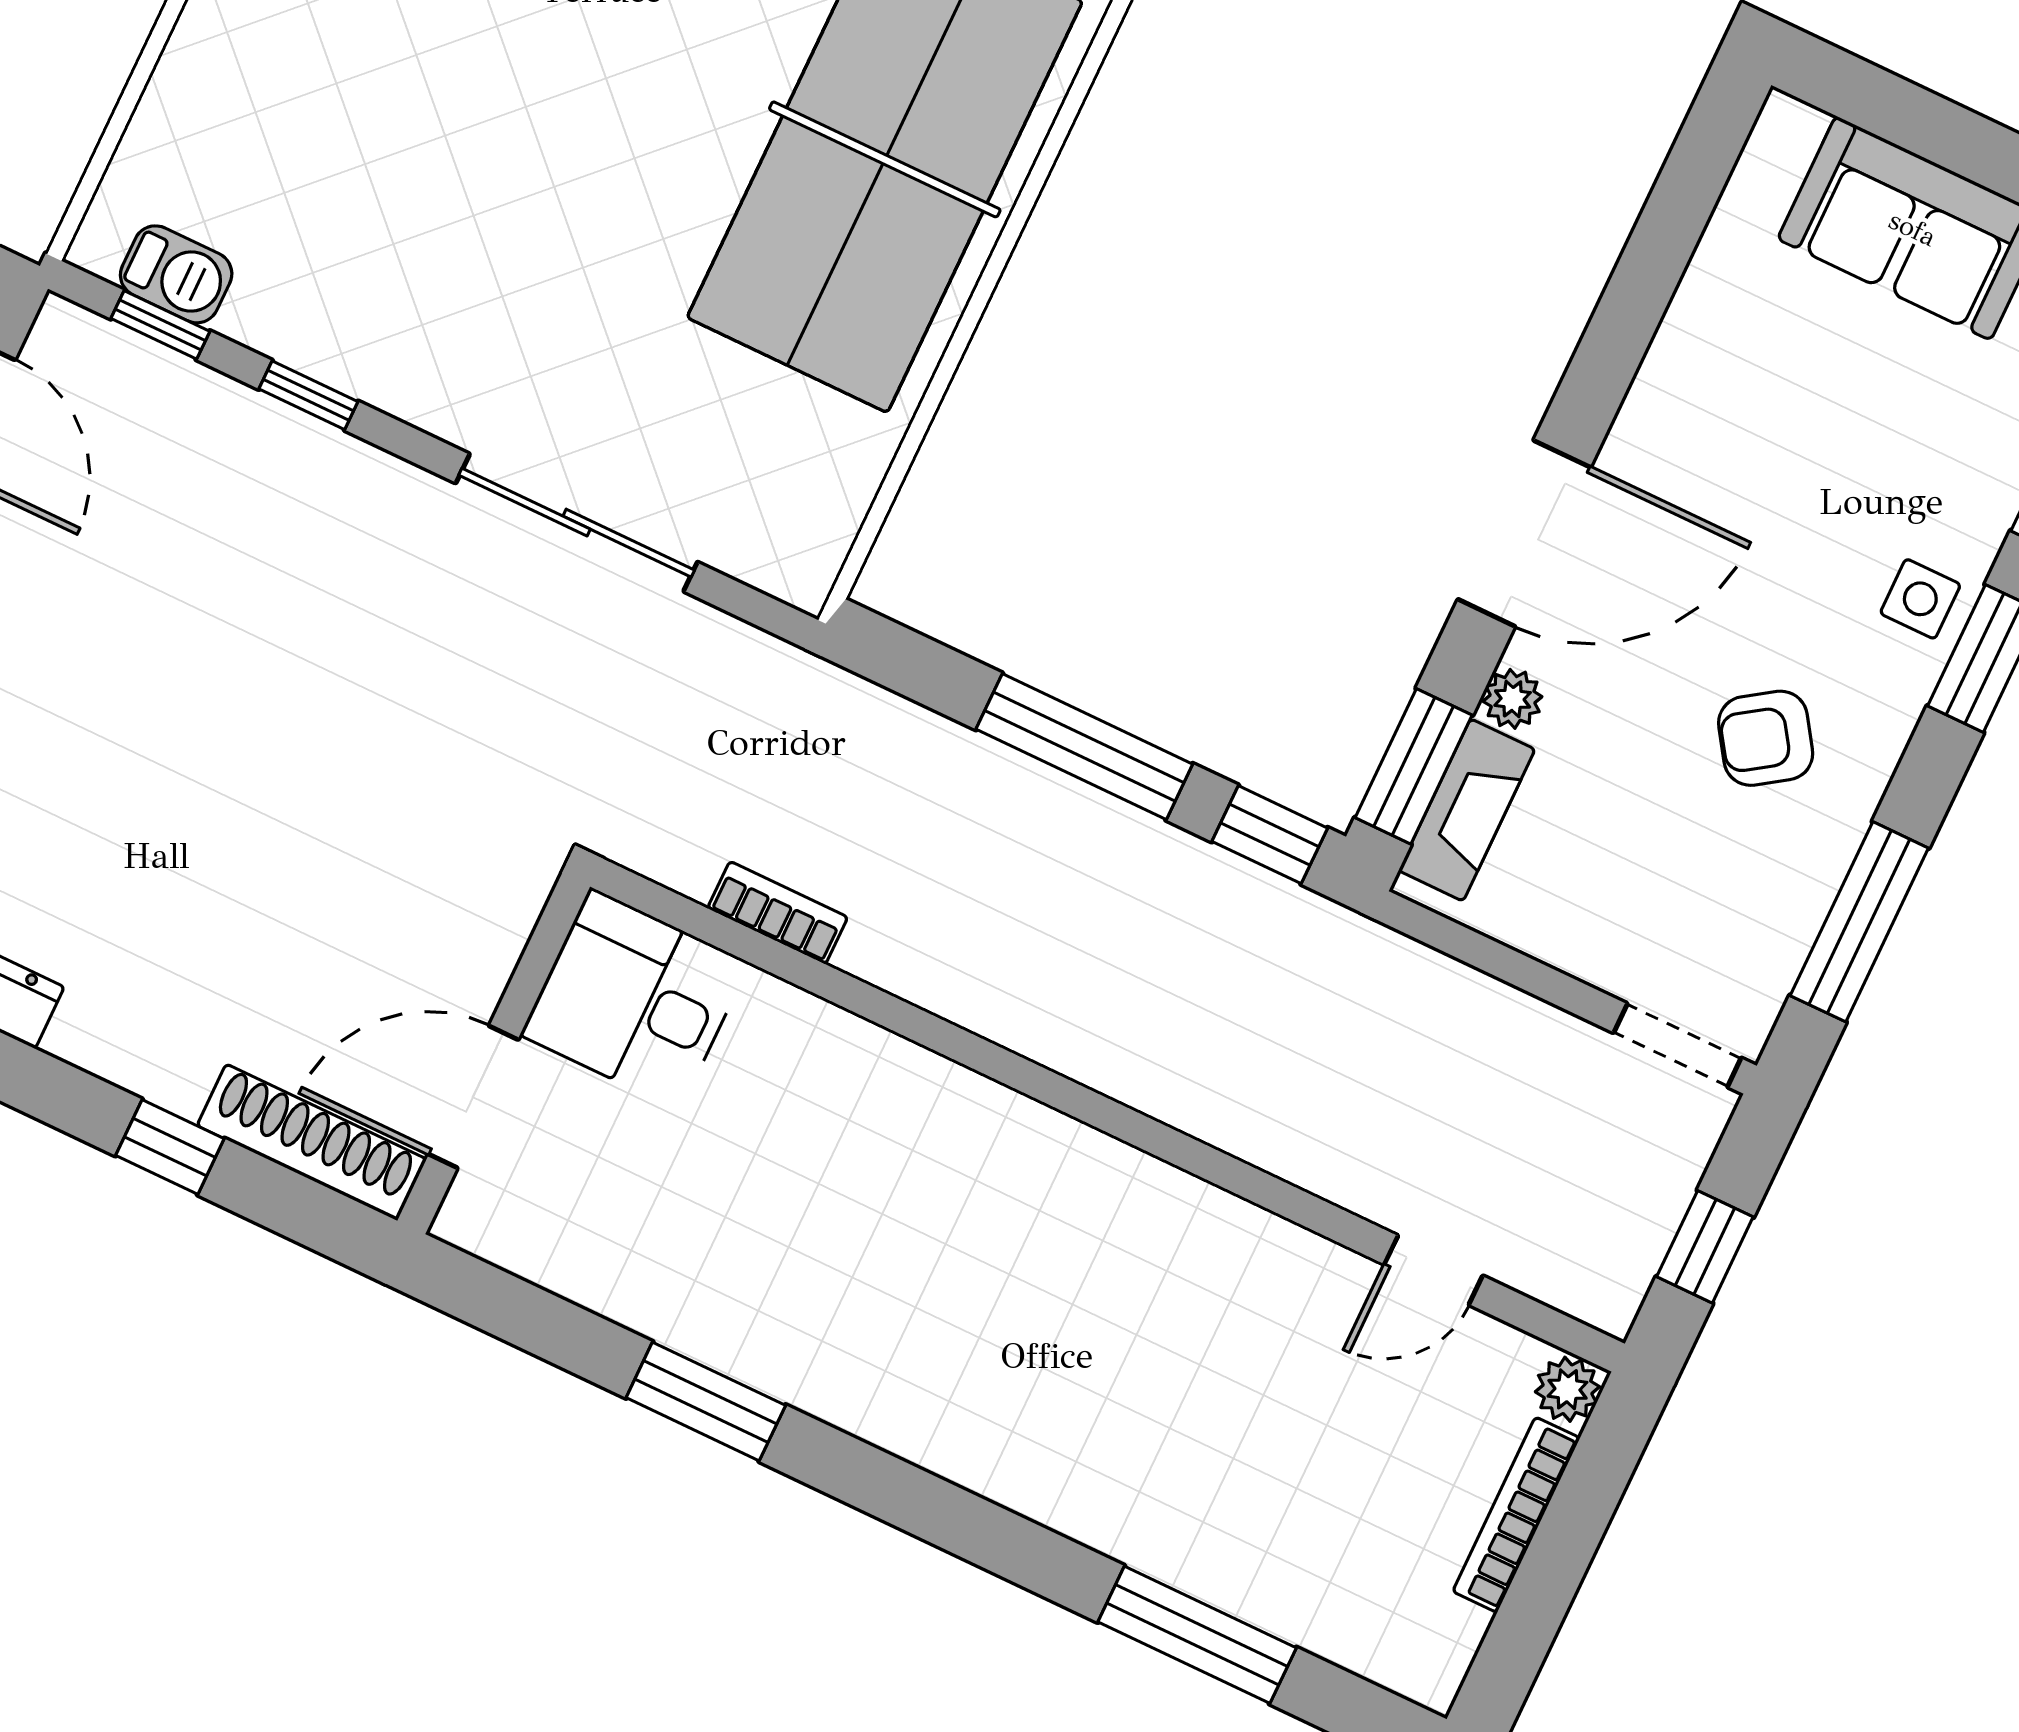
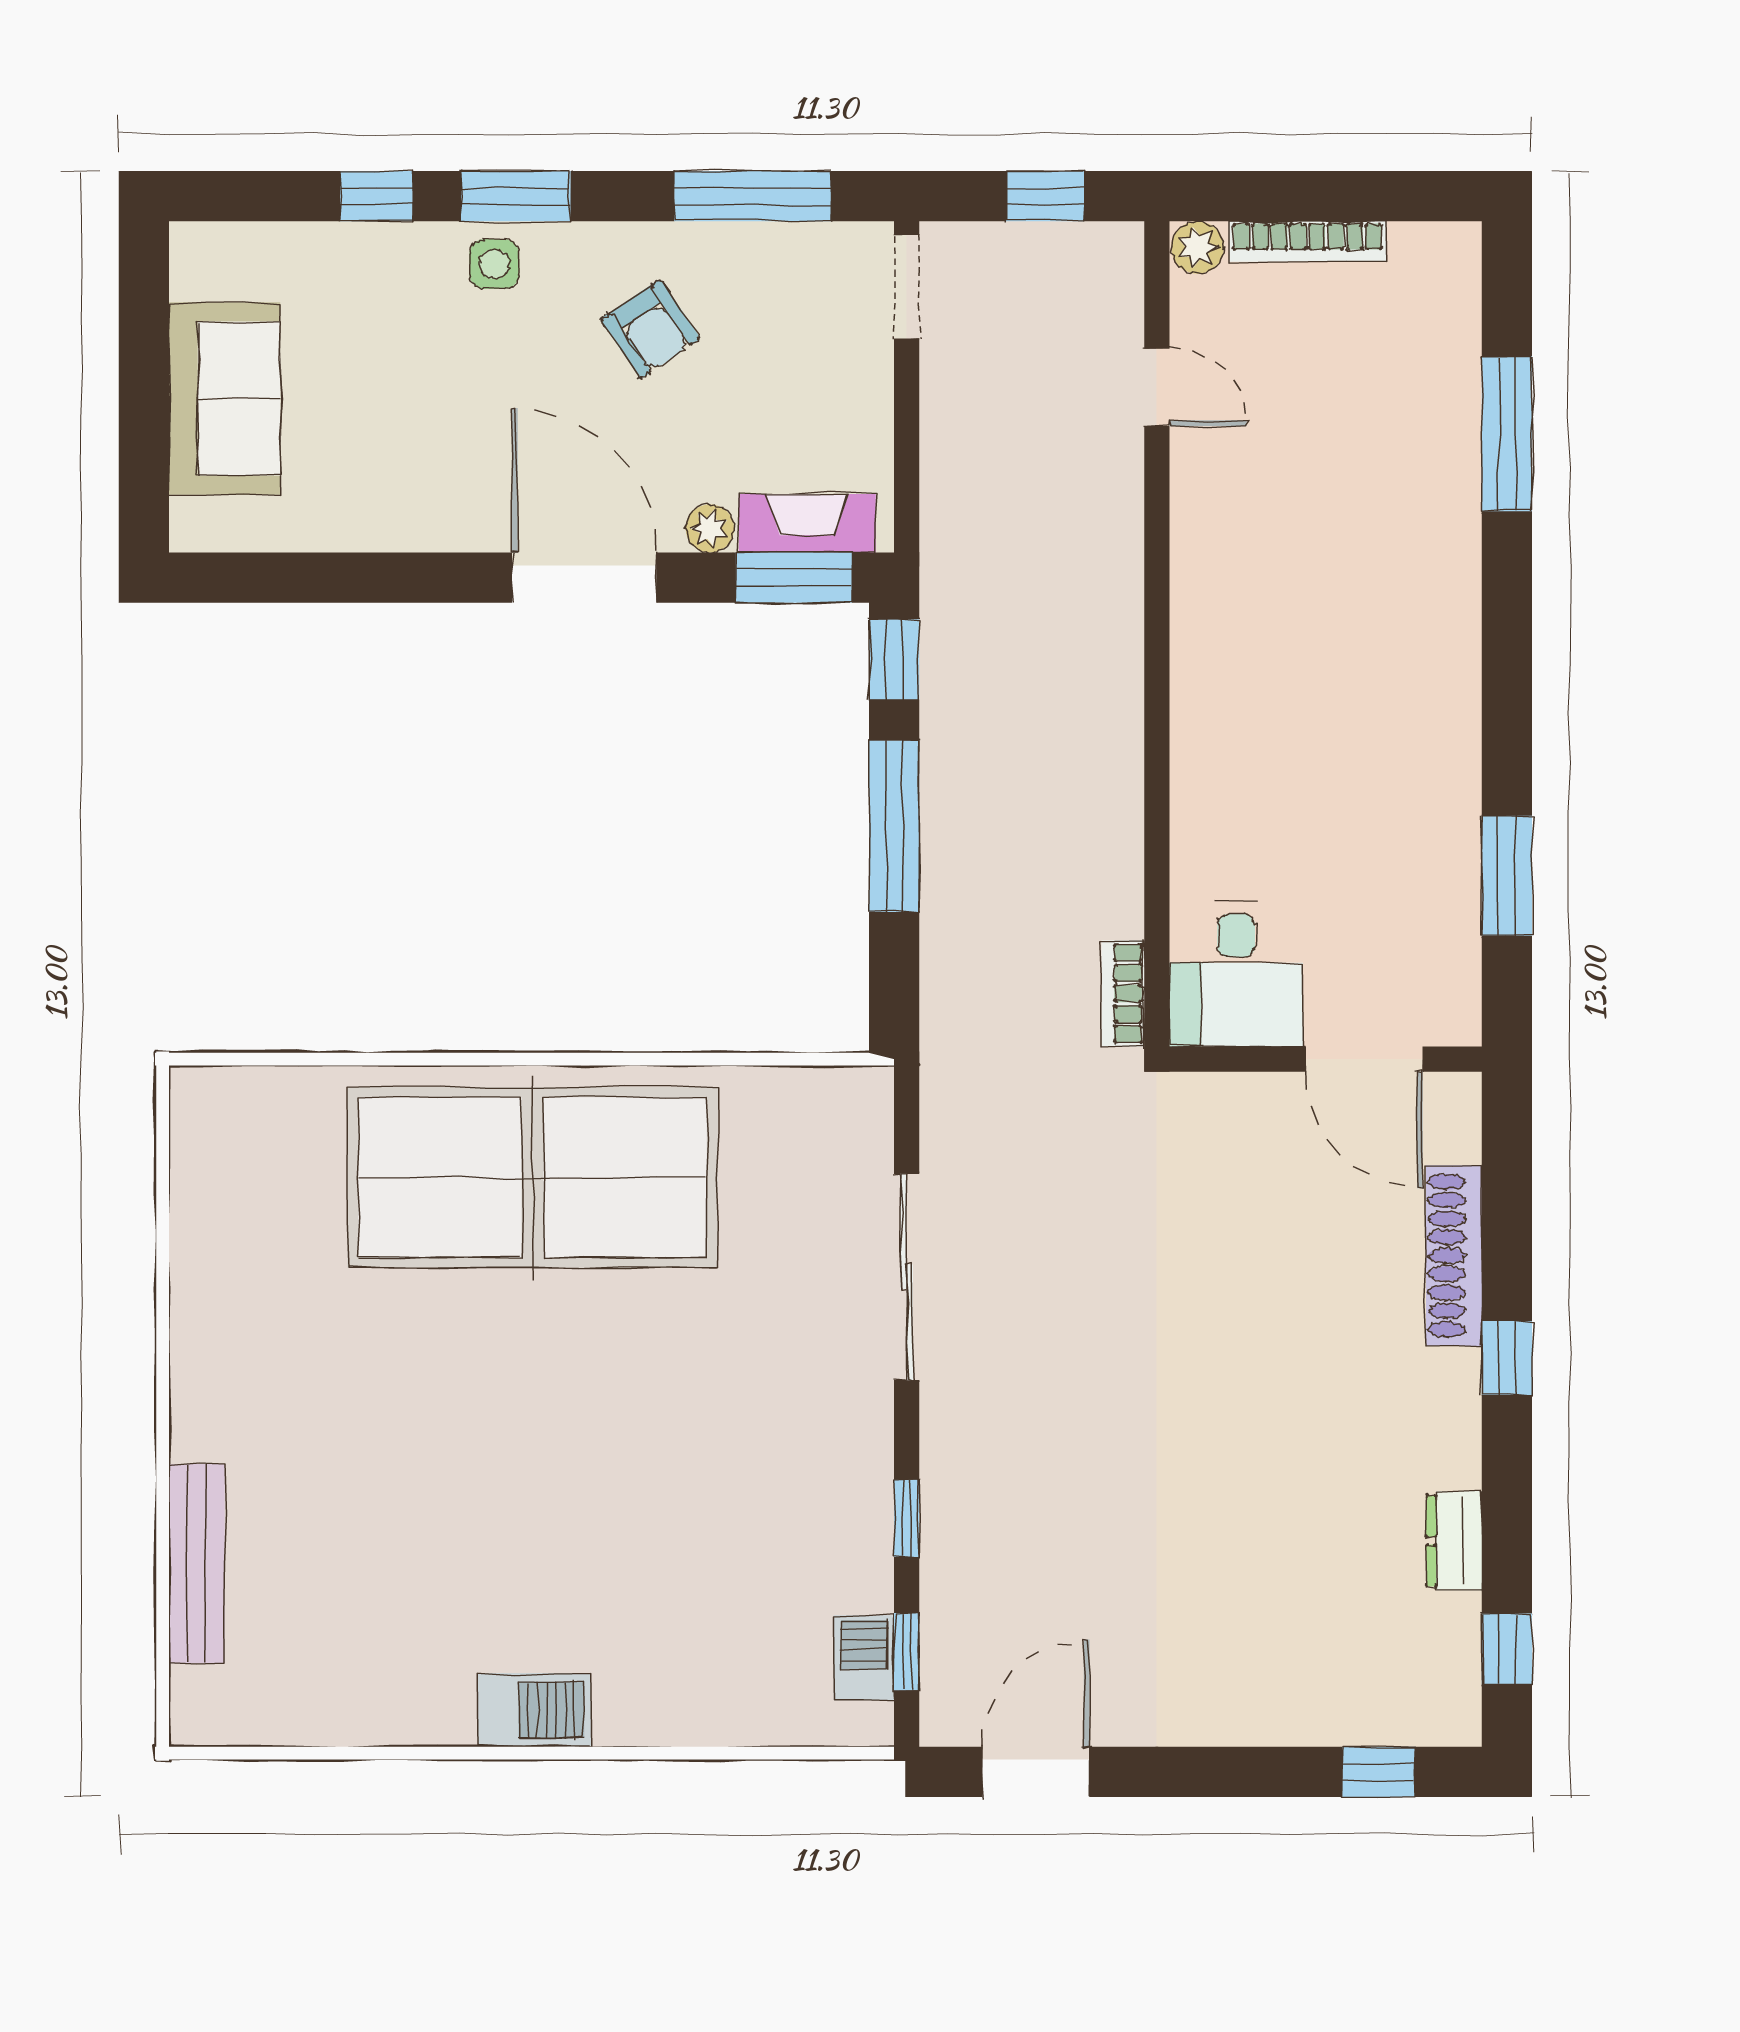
desk: (635, 999) -> (1236, 974), moved
wall: (494, 1054) -> (1326, 1059), moved
door: (473, 1097) -> (1364, 1059), moved

